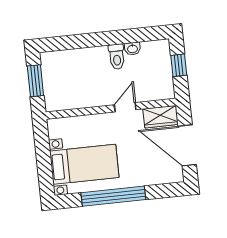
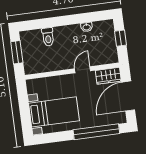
toilet: (117, 57) -> (48, 37), moved
door: (187, 145) -> (128, 96), hinge flipped
window: (113, 196) -> (96, 132), moved

